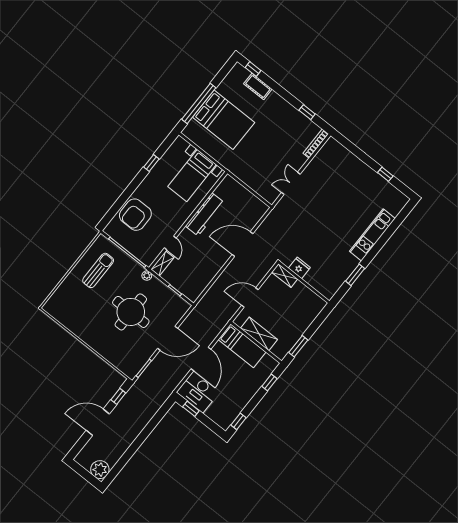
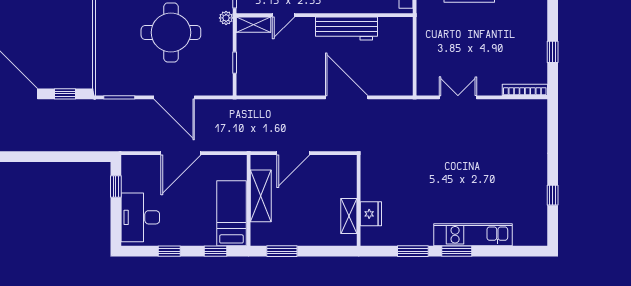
window: (374, 251) -> (457, 251), added
fridge: (299, 268) -> (371, 214), moved
shelving: (285, 276) -> (349, 216), moved
door: (250, 298) -> (293, 153), swing flipped
bed: (242, 346) -> (231, 213), moved, turned 180
desk: (198, 392) -> (140, 217), moved
window: (238, 421) -> (169, 251), moved

